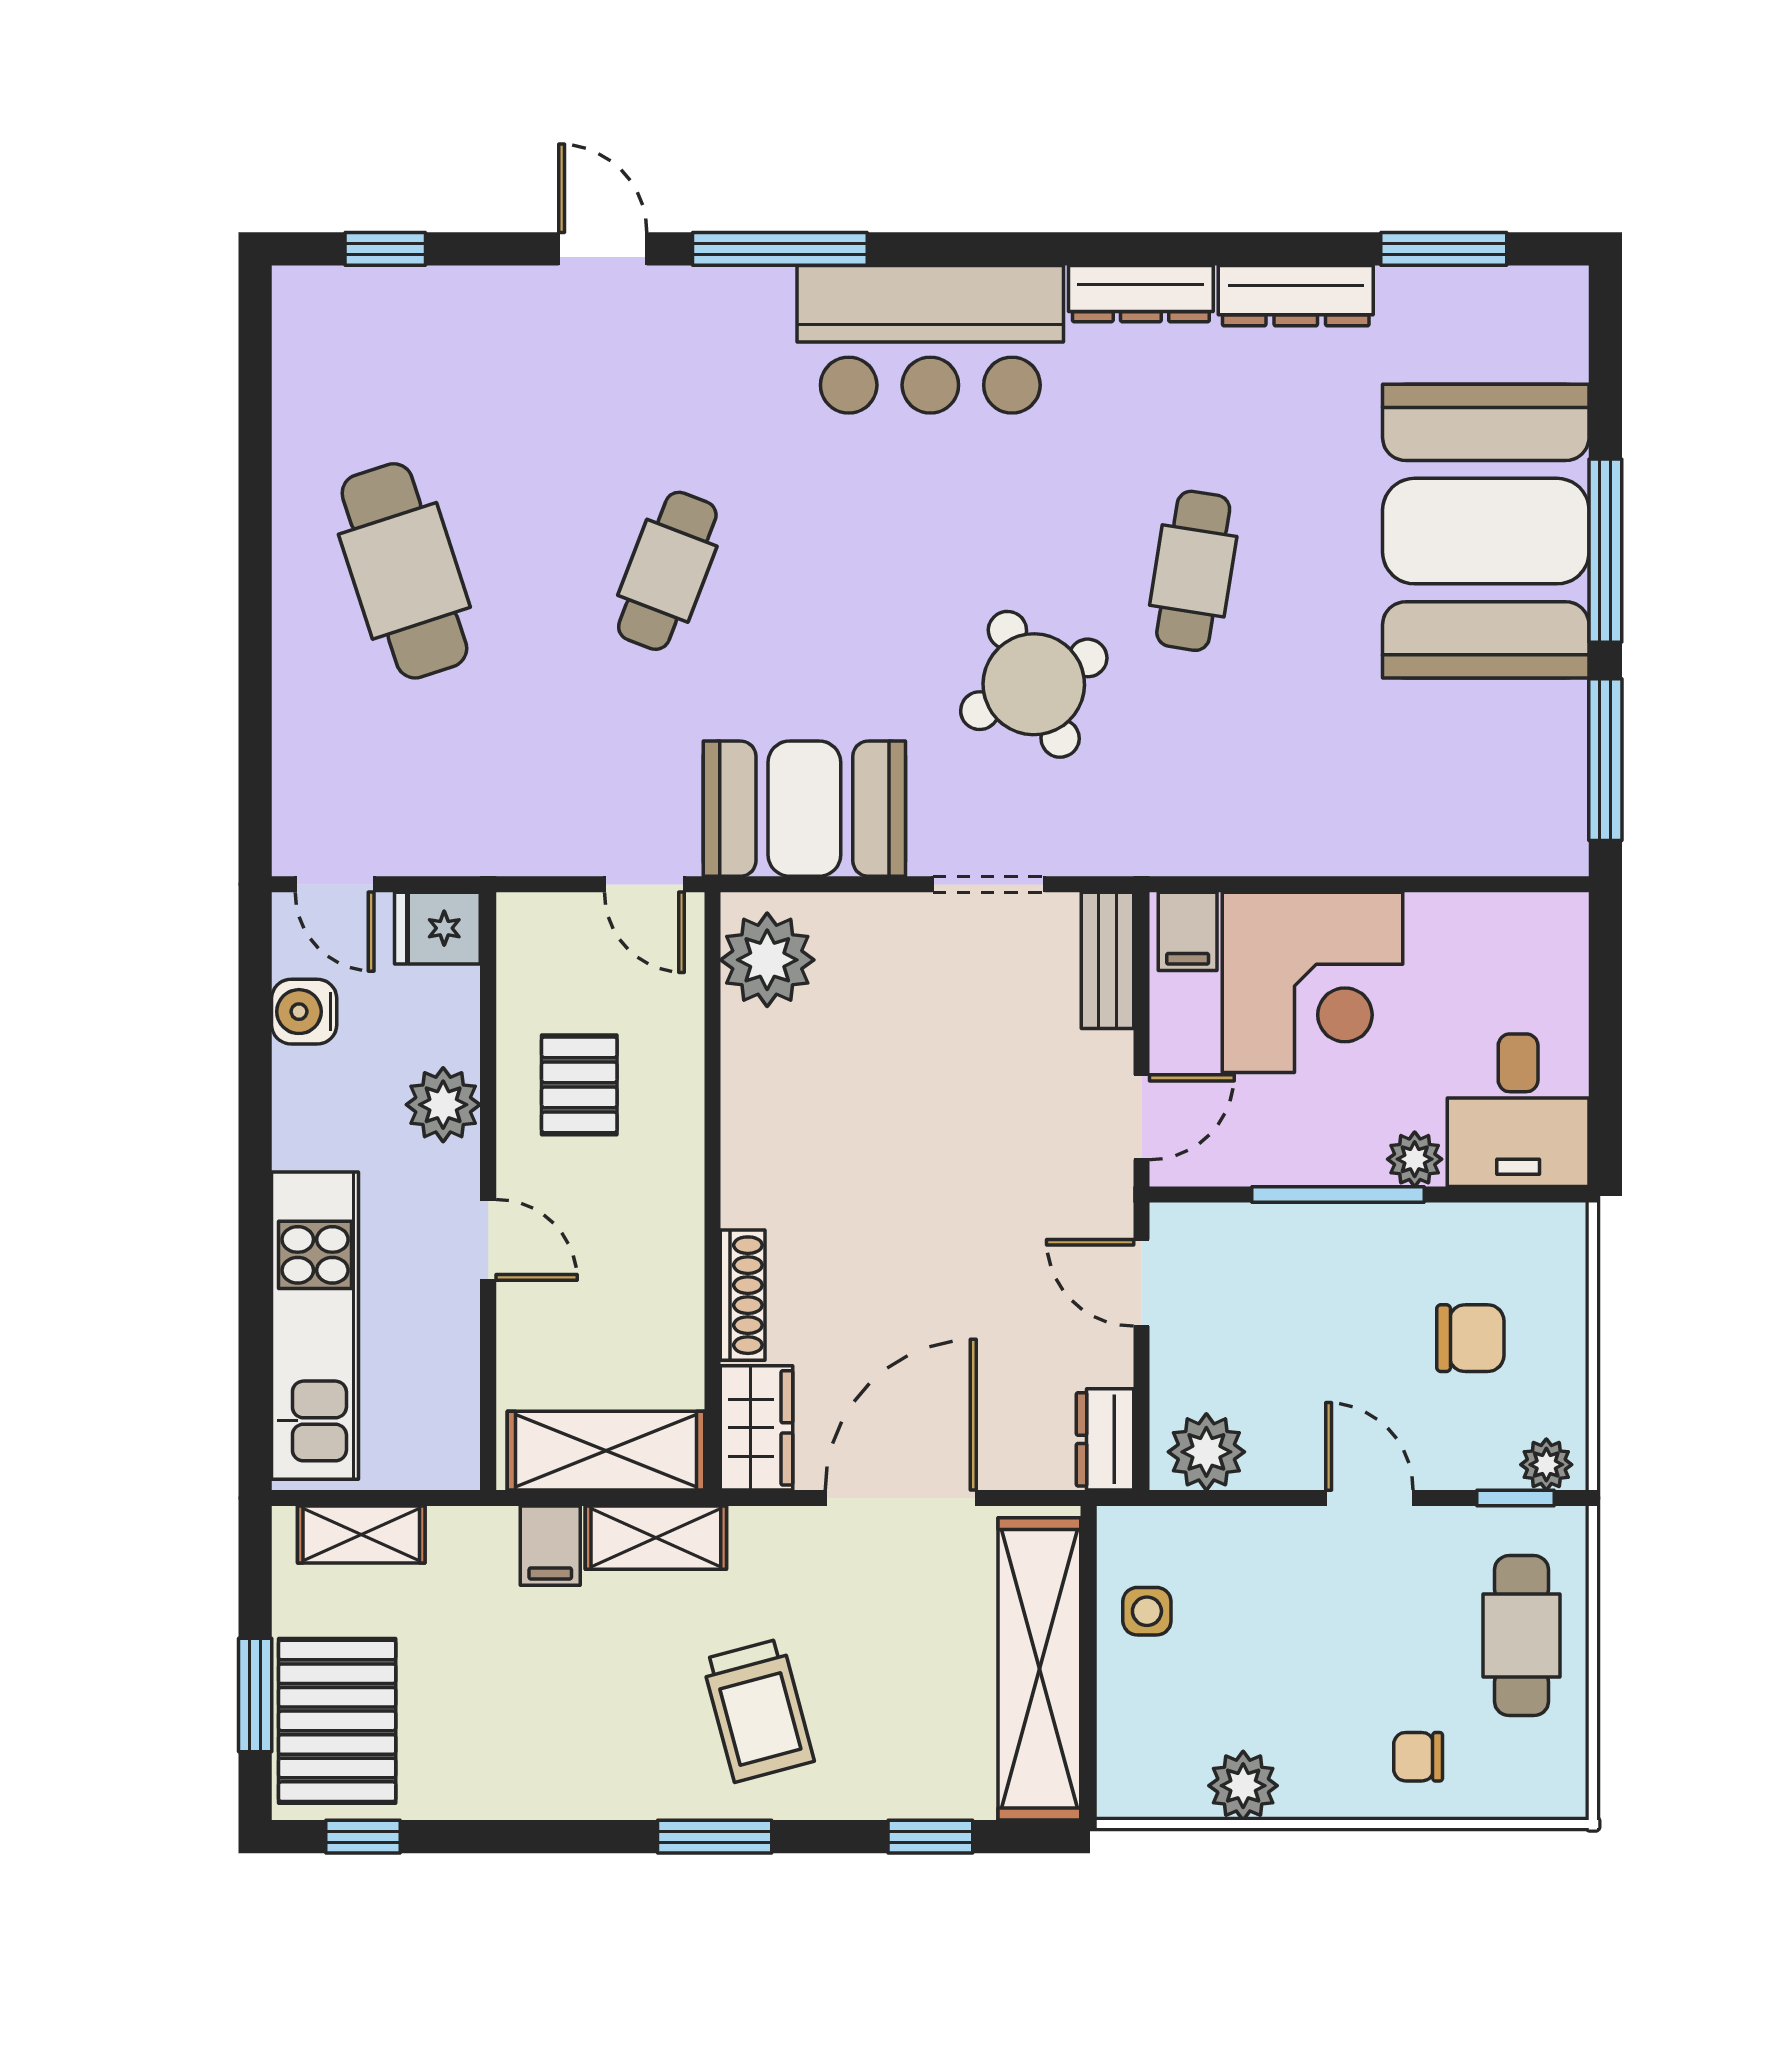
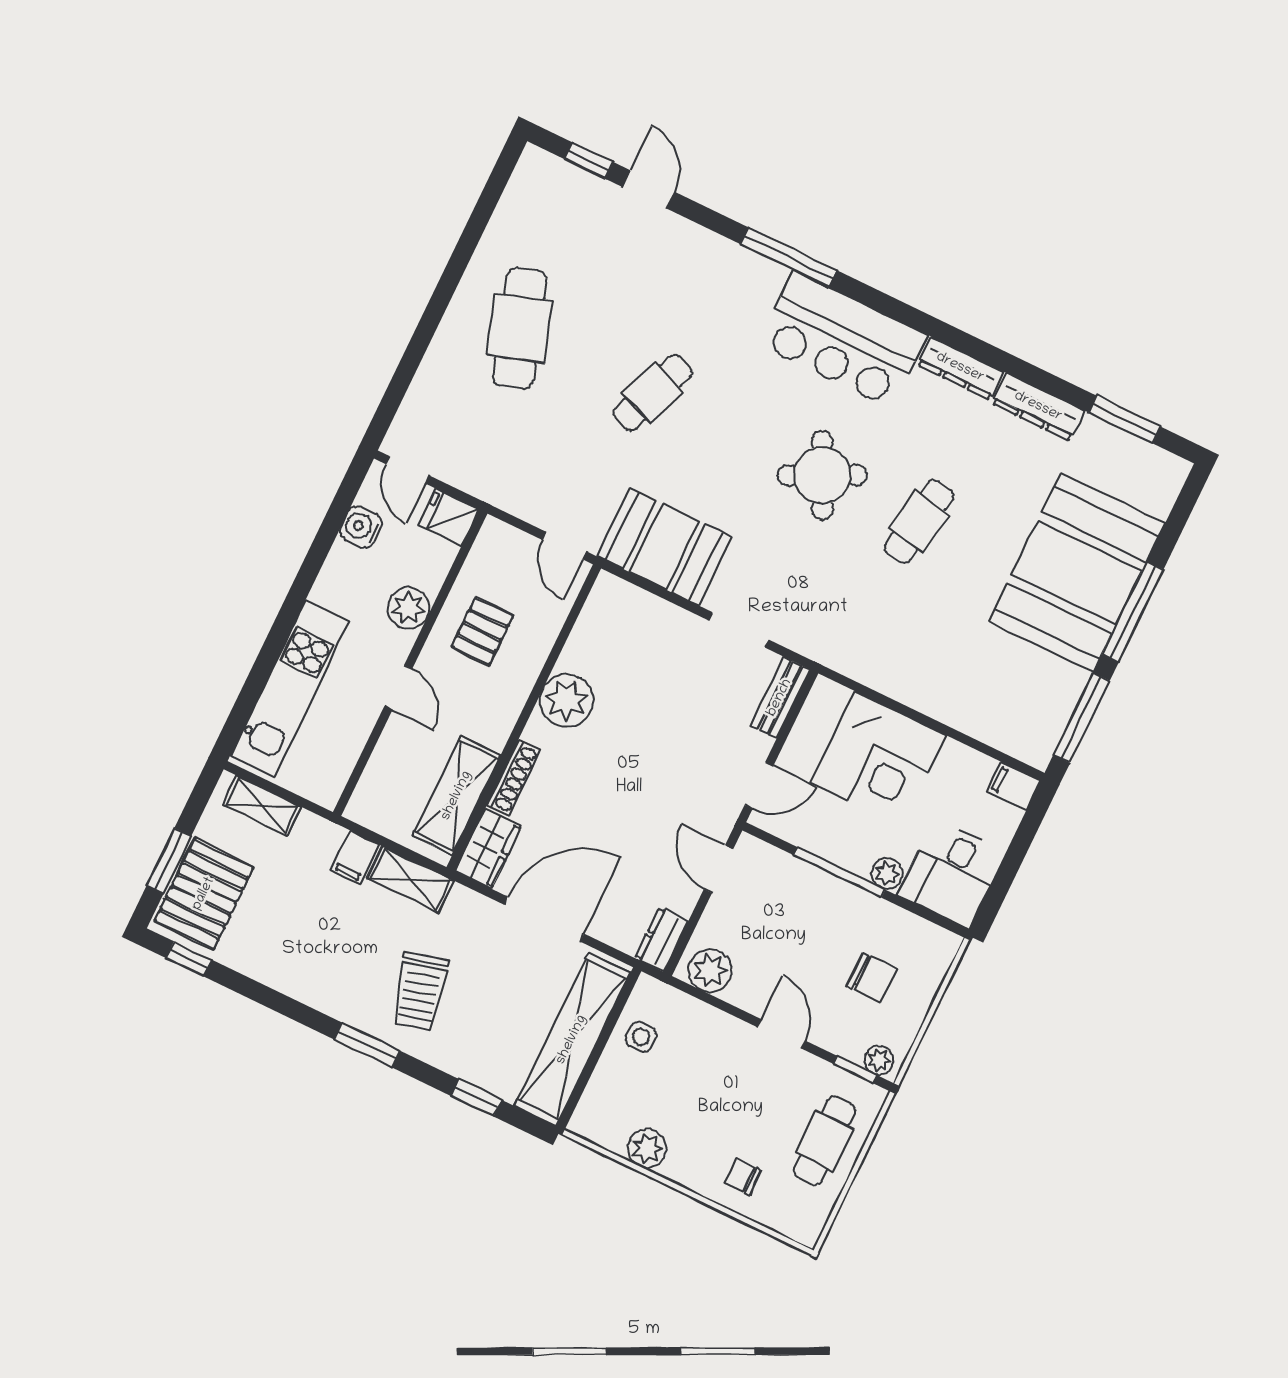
door: (603, 249) -> (649, 189), moved
round table: (1034, 684) -> (822, 475), moved
filing cabinet: (1188, 931) -> (1014, 786), moved, turned 90
plant: (767, 960) -> (566, 700), moved
shelving: (606, 1451) -> (457, 796), moved, turned 90

